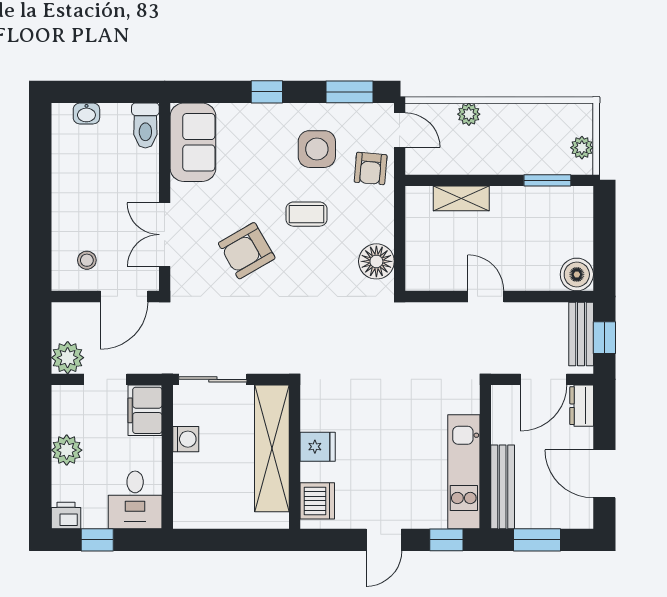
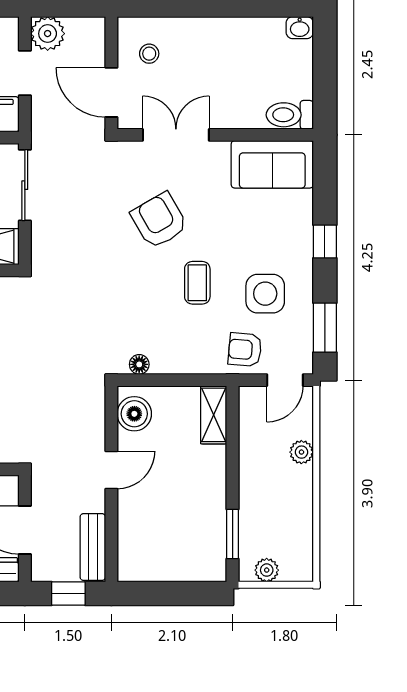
washbasin: (86, 113) -> (300, 28), moved, turned -90
shelving: (461, 198) -> (214, 415), moved
floor lamp: (376, 261) -> (139, 364), width x0.53, depth x0.53
boiler: (577, 274) -> (134, 414), moved
bench: (581, 334) -> (93, 547), moved, turned 90

